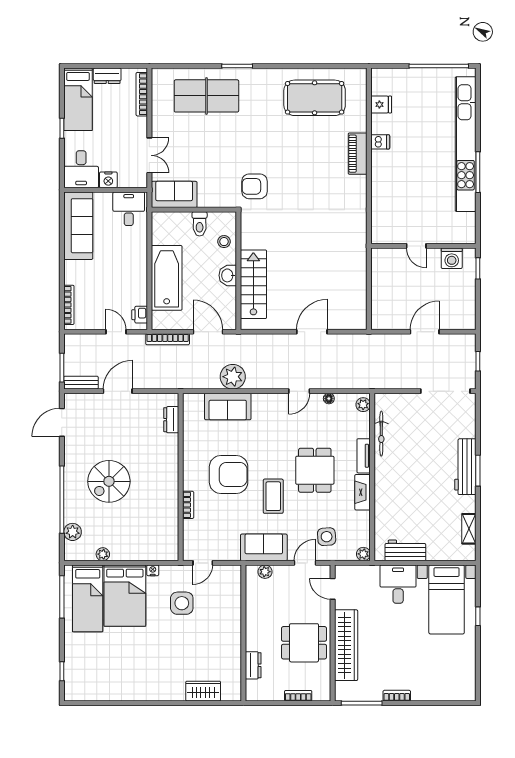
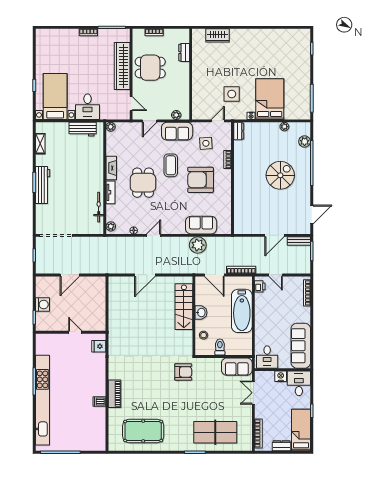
fridge: (381, 105) -> (99, 346), moved
washing machine: (452, 258) -> (43, 304), moved, turned 90
dresser: (171, 420) -> (239, 131), moved
side table: (327, 537) -> (206, 143), moved
bed: (88, 598) -> (294, 97), removed

